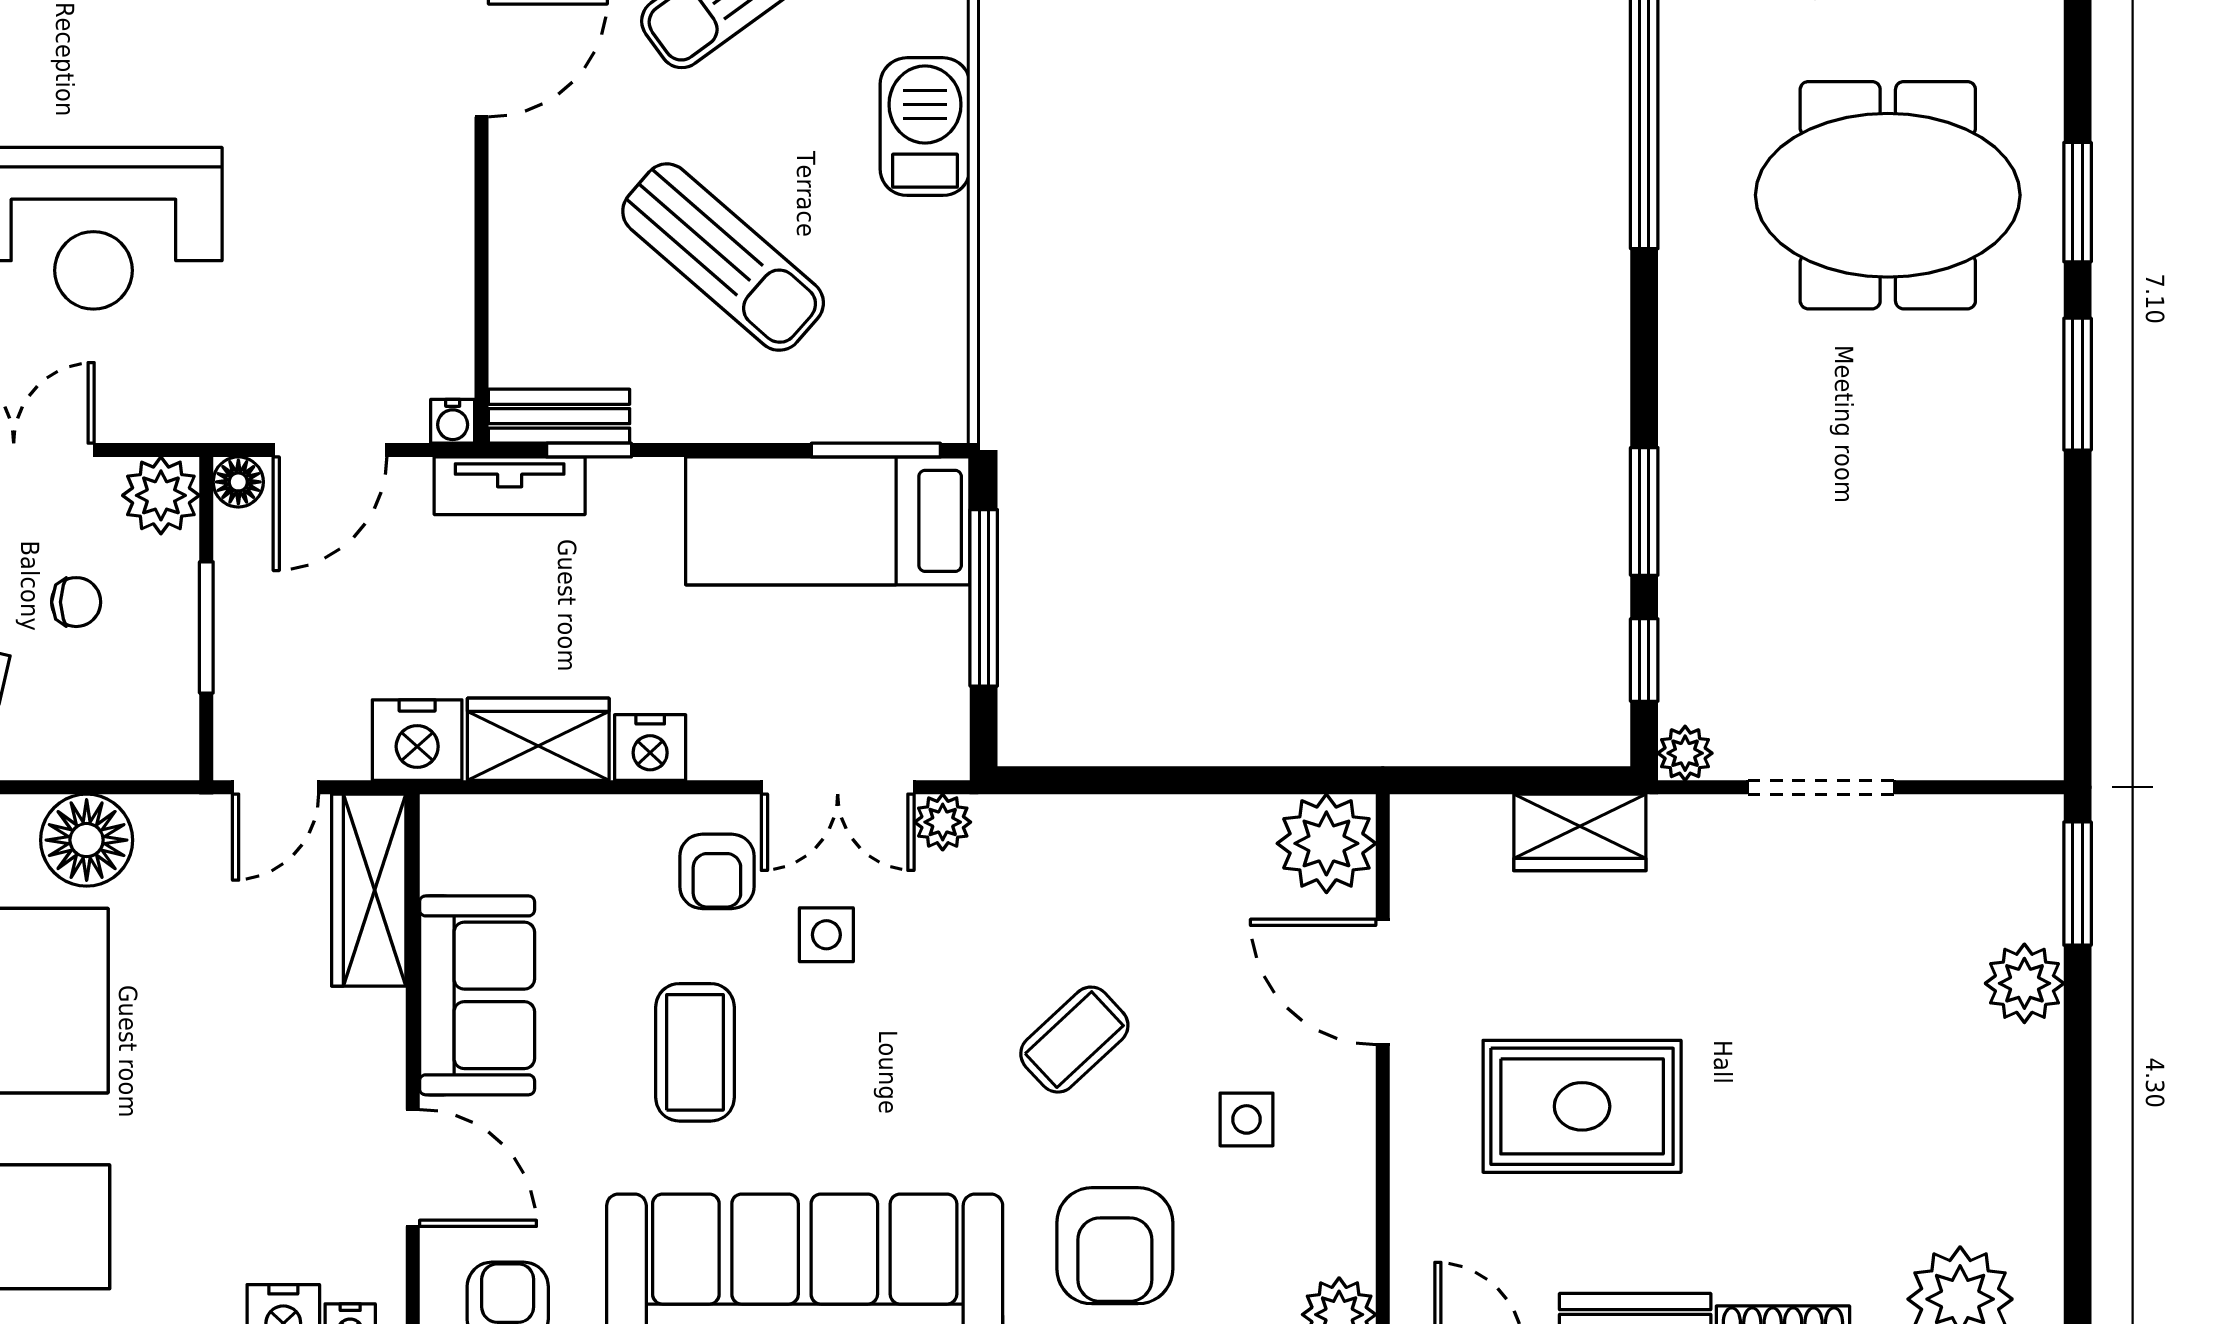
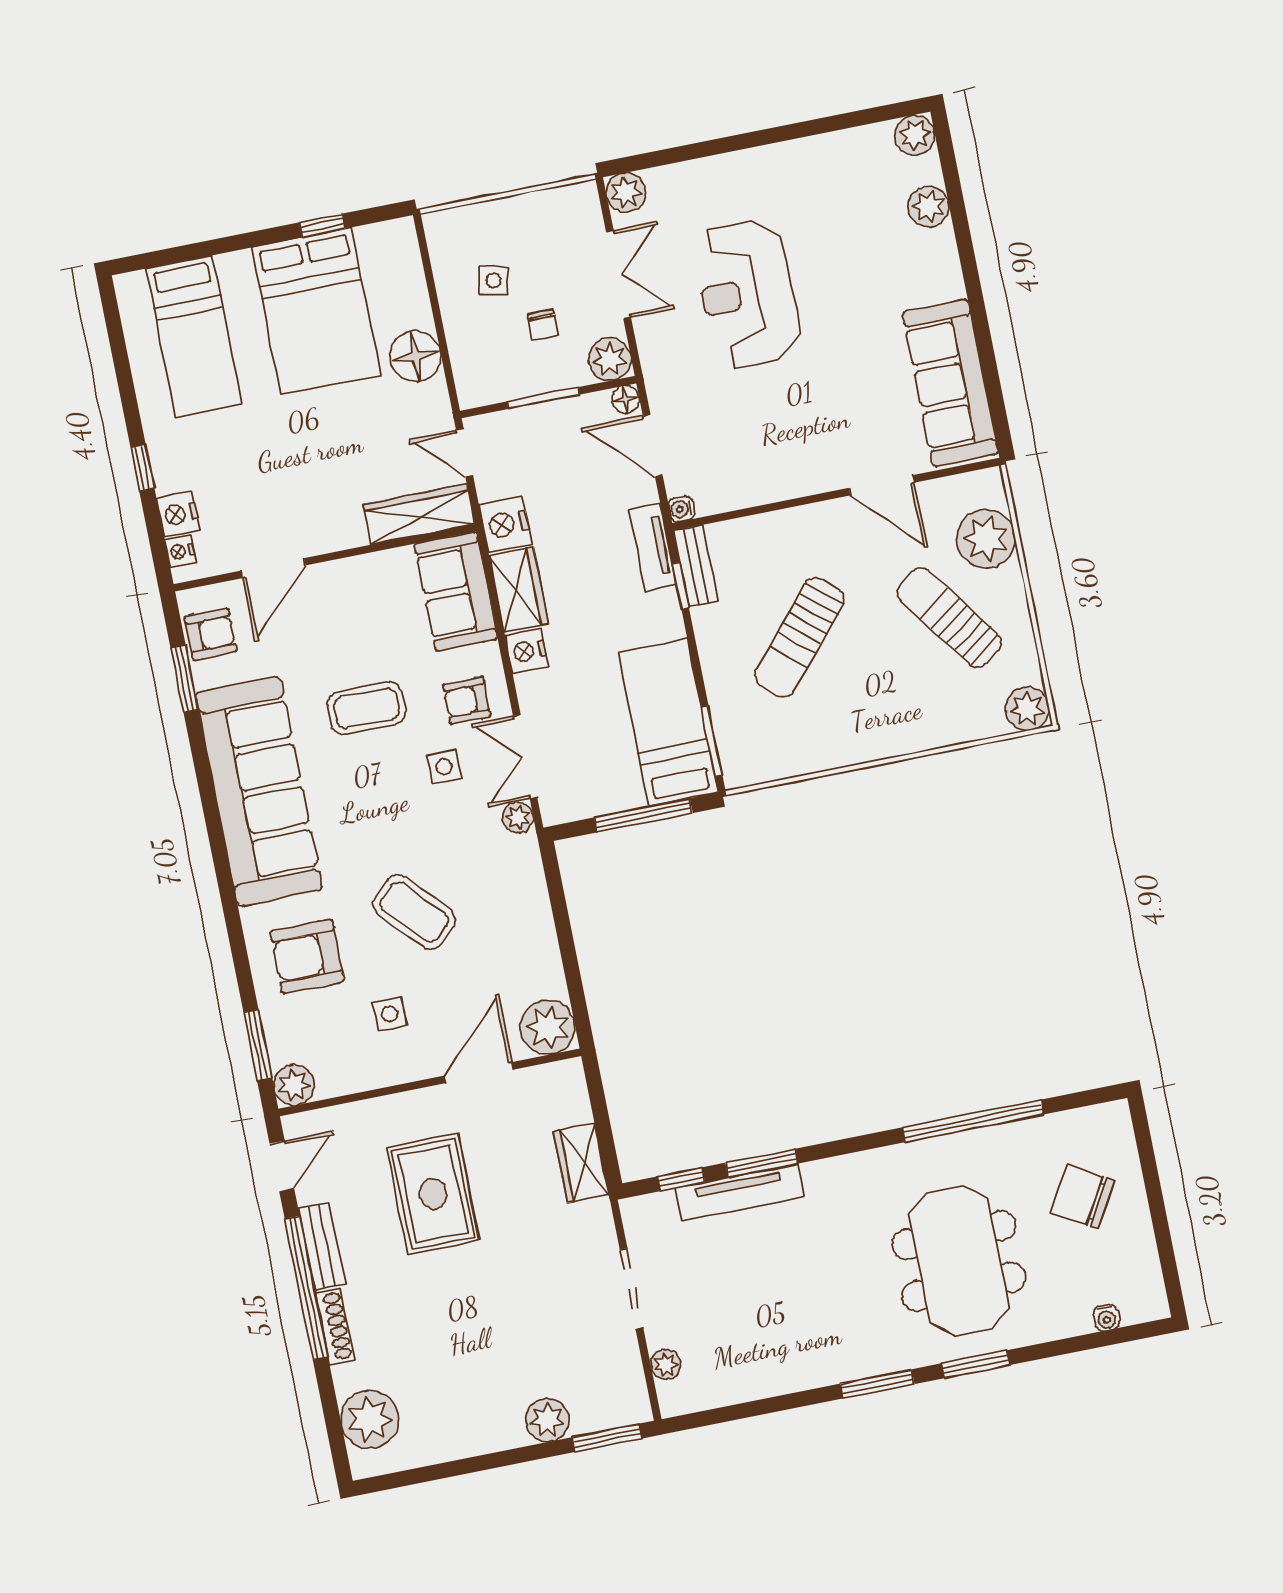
barbecue: (925, 127) -> (892, 733), removed
tv unit: (1689, 560) -> (740, 1193), added
plant: (1685, 753) -> (666, 1364), moved
sofa: (477, 995) -> (456, 591), moved, turned 90
coffee table: (1074, 1040) -> (414, 912), width x1.36, depth x1.30

